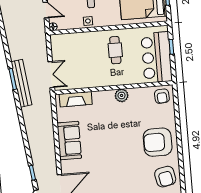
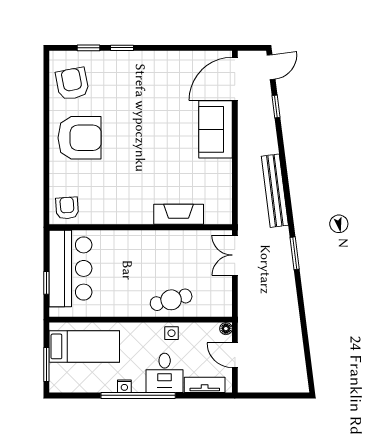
cafe table: (115, 50) -> (171, 300), moved, turned 75
bench: (21, 83) -> (275, 191), moved
plant: (122, 95) -> (129, 214), removed
fireplace: (76, 99) -> (179, 214), moved
sofa: (69, 141) -> (215, 129), moved

